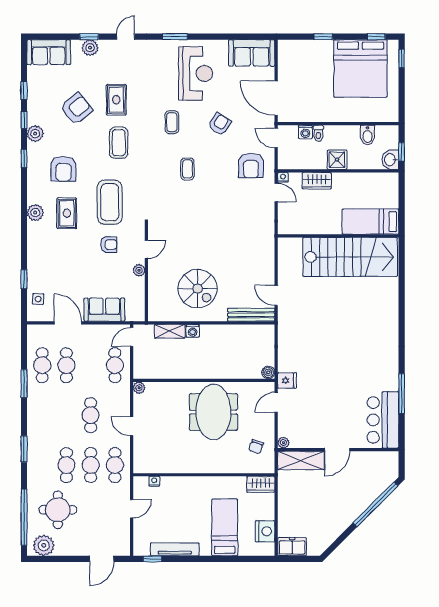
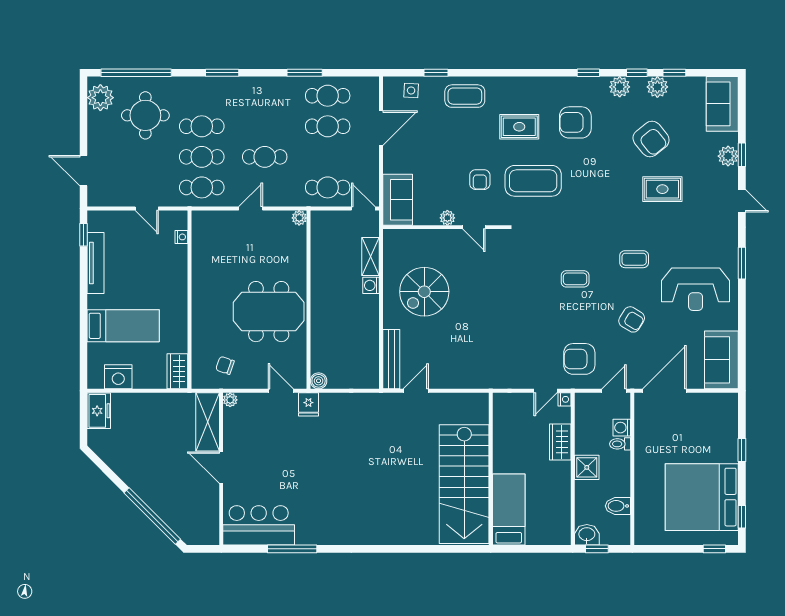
coffee table: (119, 143) -> (465, 96), moved
plant: (35, 213) -> (657, 87), moved
sofa: (104, 310) -> (398, 200), moved

